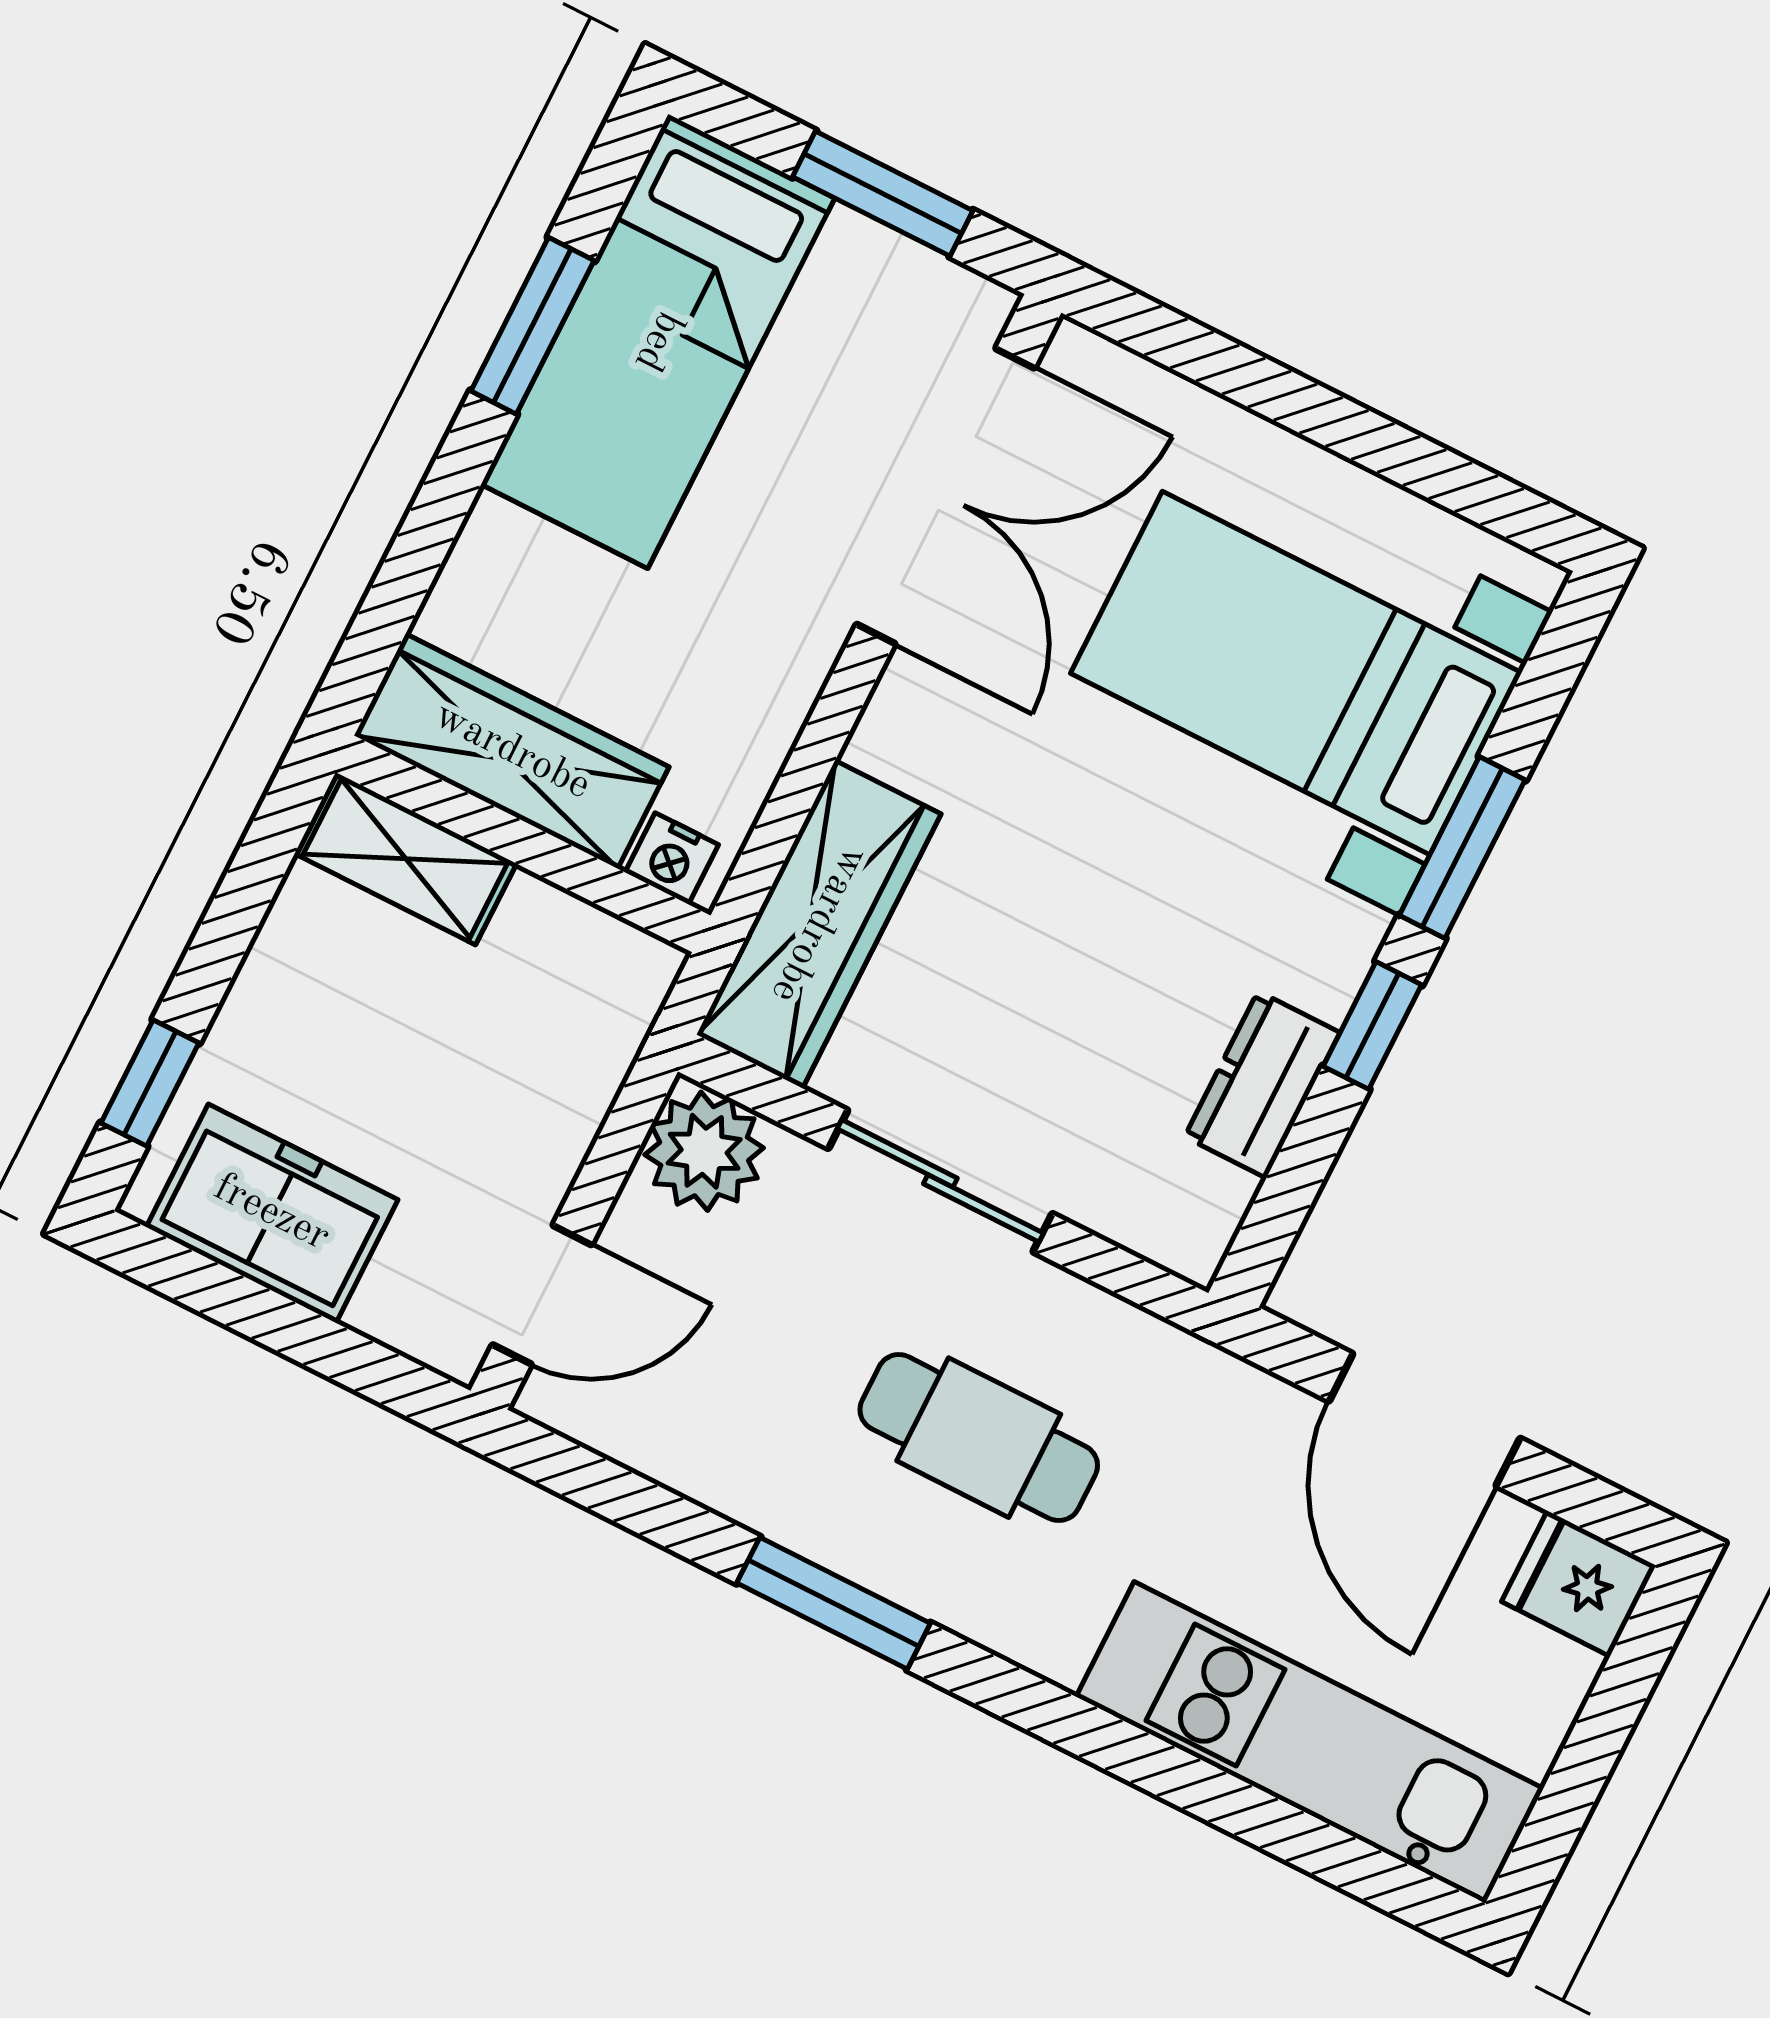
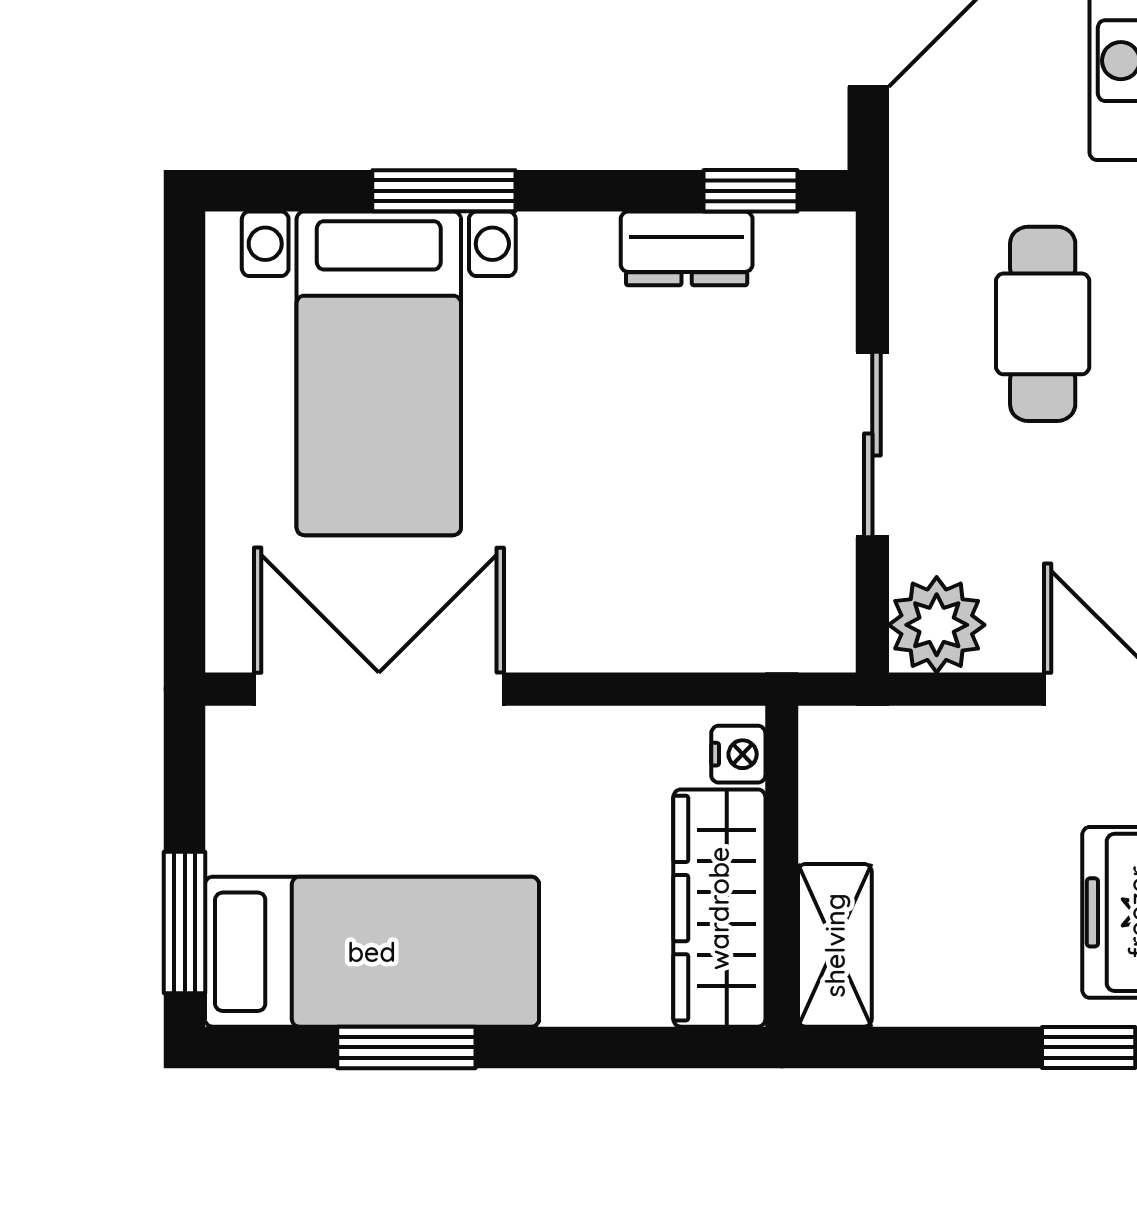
window: (883, 194) -> (185, 923), moved
wardrobe: (819, 924) -> (732, 625), removed
window: (1372, 1025) -> (751, 191), moved

